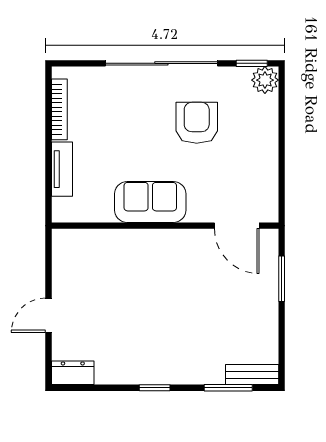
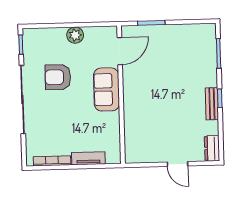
plant: (265, 80) -> (75, 35), moved
sofa: (150, 202) -> (106, 89), moved
bench: (252, 375) -> (212, 104), moved

